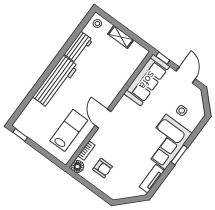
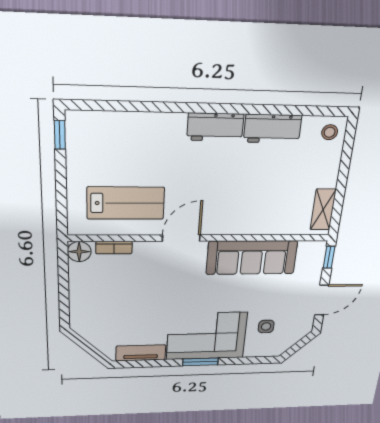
shelving: (121, 37) -> (323, 210), moved
sofa: (147, 80) -> (252, 258), moved
workbench: (56, 82) -> (215, 127), width x0.53, depth x0.76
armchair: (103, 168) -> (105, 286), removed

